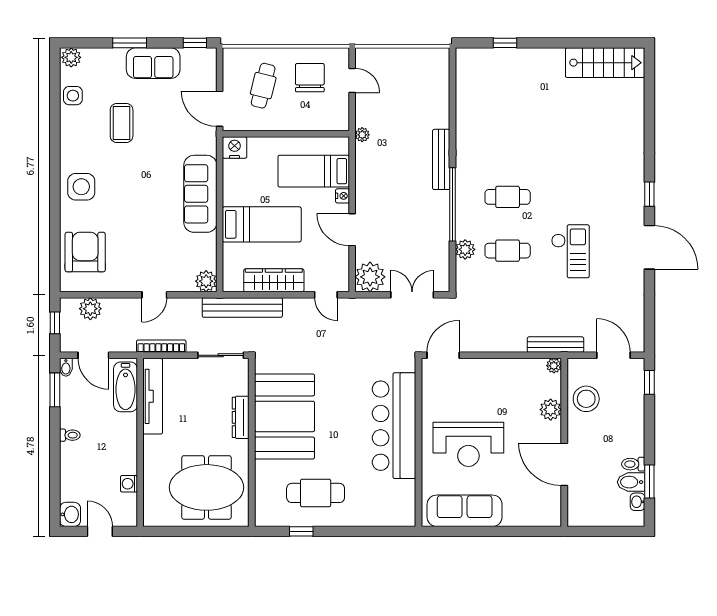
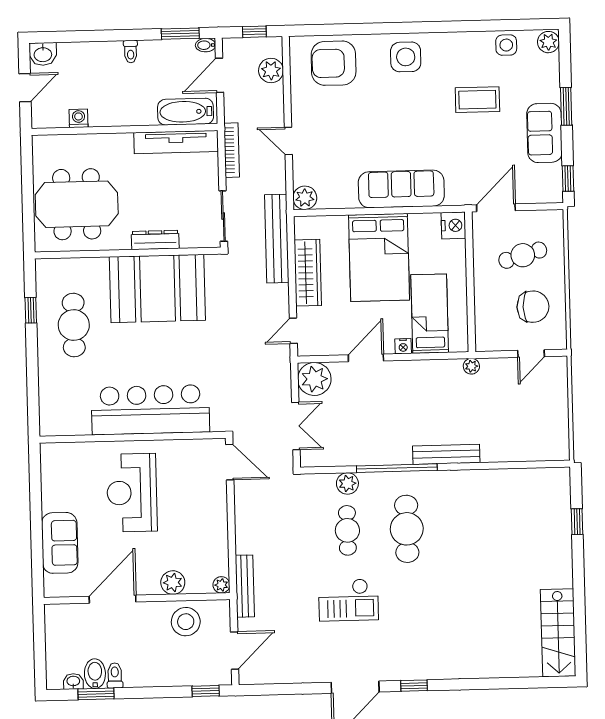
cafe table: (263, 86) -> (523, 255), turned -30
cafe table: (508, 197) -> (407, 529), width x1.37, depth x1.35
bed: (262, 224) -> (379, 257), width x1.50
armchair: (85, 252) -> (334, 63), turned 180
meeting table: (206, 487) -> (77, 204), turned 90
sofa: (465, 511) -> (60, 543), moved, width x0.73

